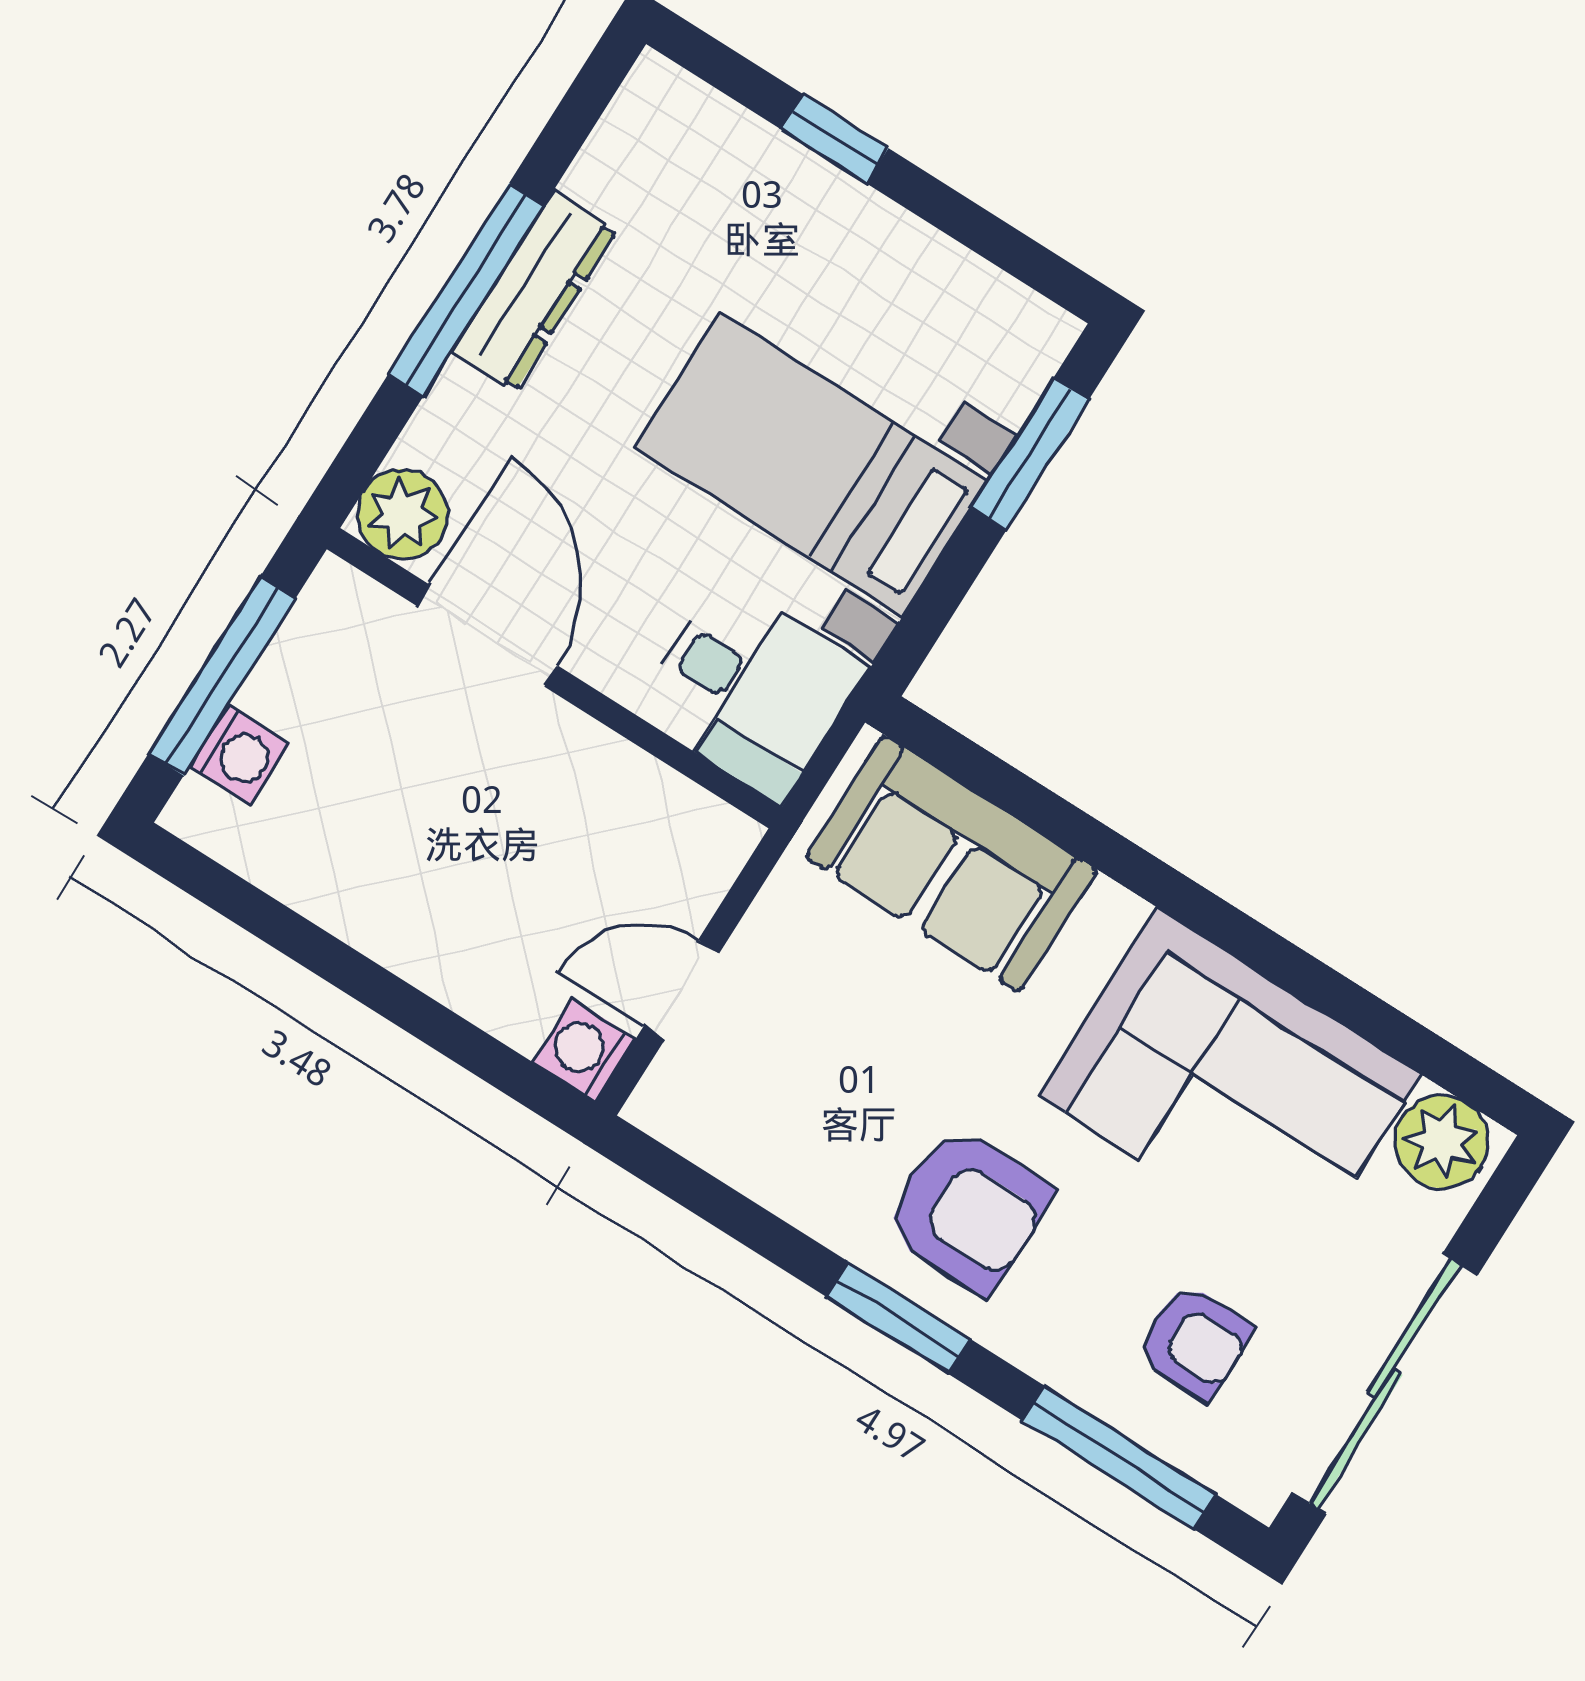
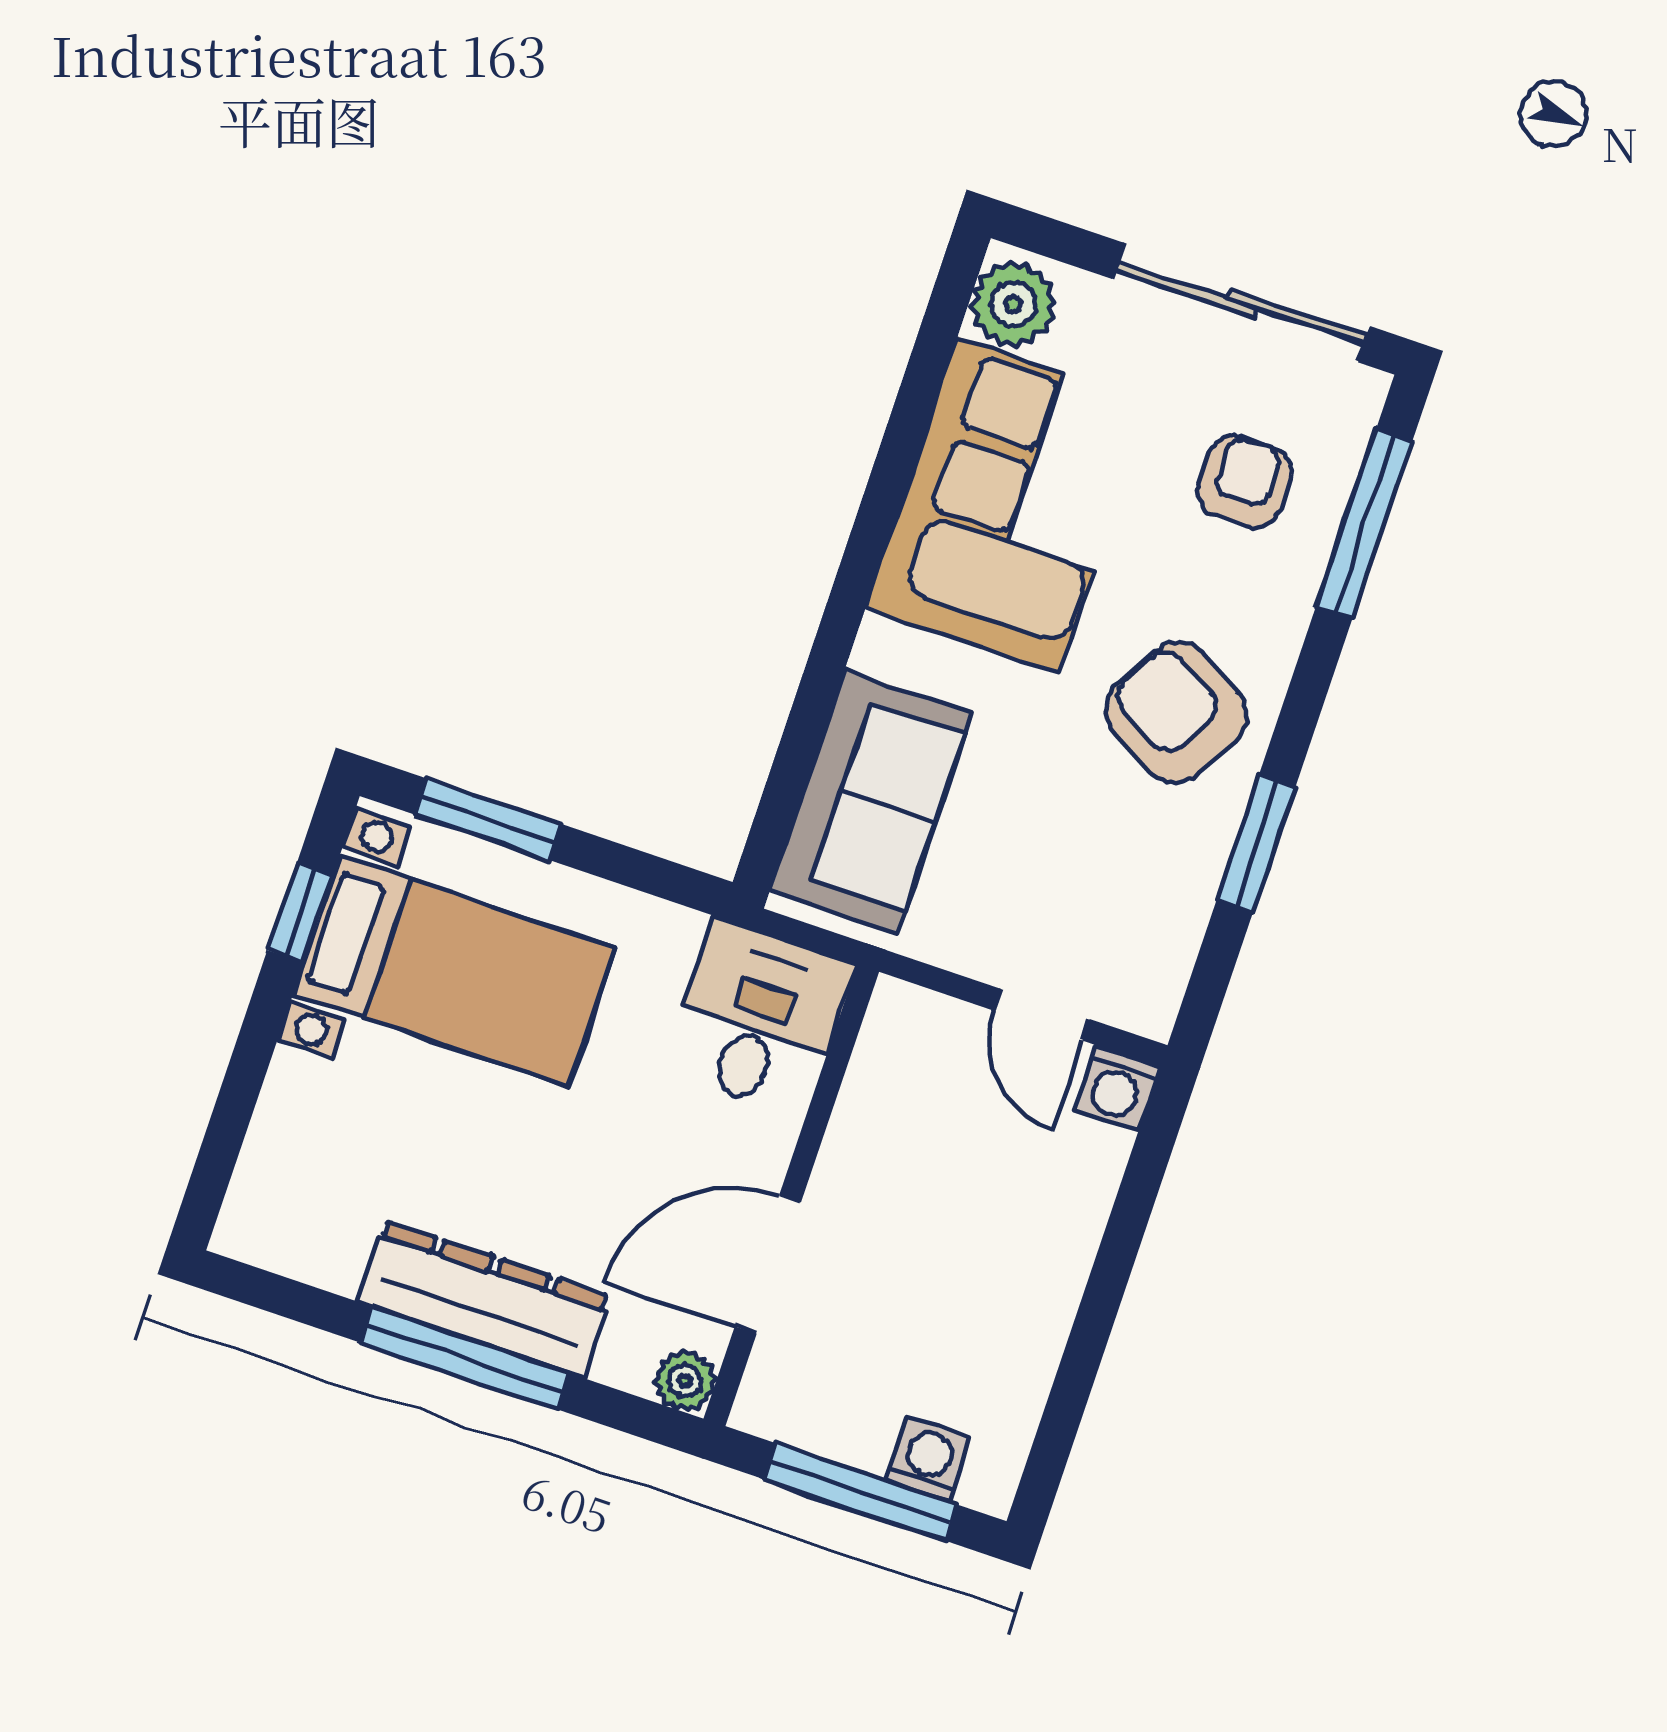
window: (835, 139) -> (300, 912), moved
dresser: (534, 291) -> (484, 1299), width x1.37, depth x1.24
bed with nightstands: (812, 464) -> (454, 971), moved, turned -90
plant: (402, 514) -> (685, 1381), width x0.73, depth x0.73
armchair: (967, 1210) -> (1176, 712), turned -60
window: (898, 1318) -> (1256, 843), moved

